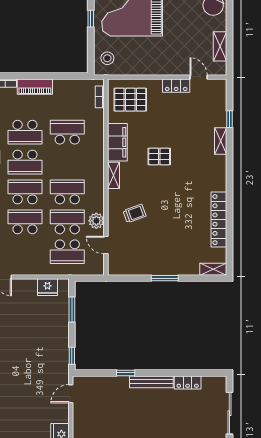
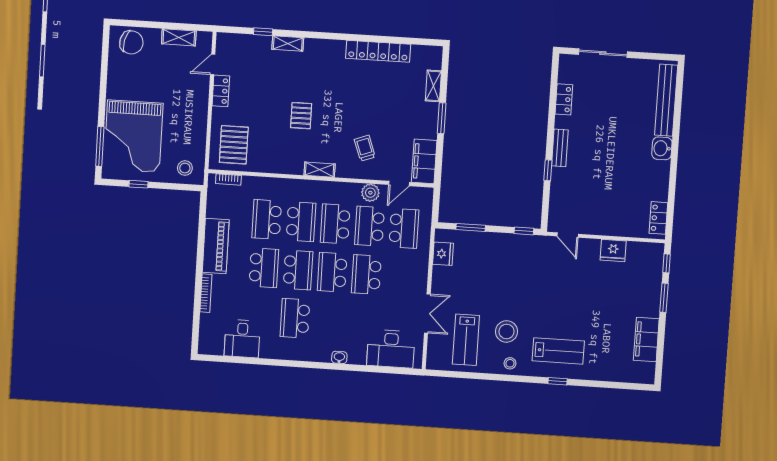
piano: (35, 87) -> (216, 246), width x1.37, depth x1.33
filing cabinet: (117, 142) -> (424, 161), moved, turned -90
school desk: (67, 162) -> (301, 222), added
shelving: (213, 269) -> (433, 86), moved
bench: (151, 382) -> (560, 148), width x0.73

